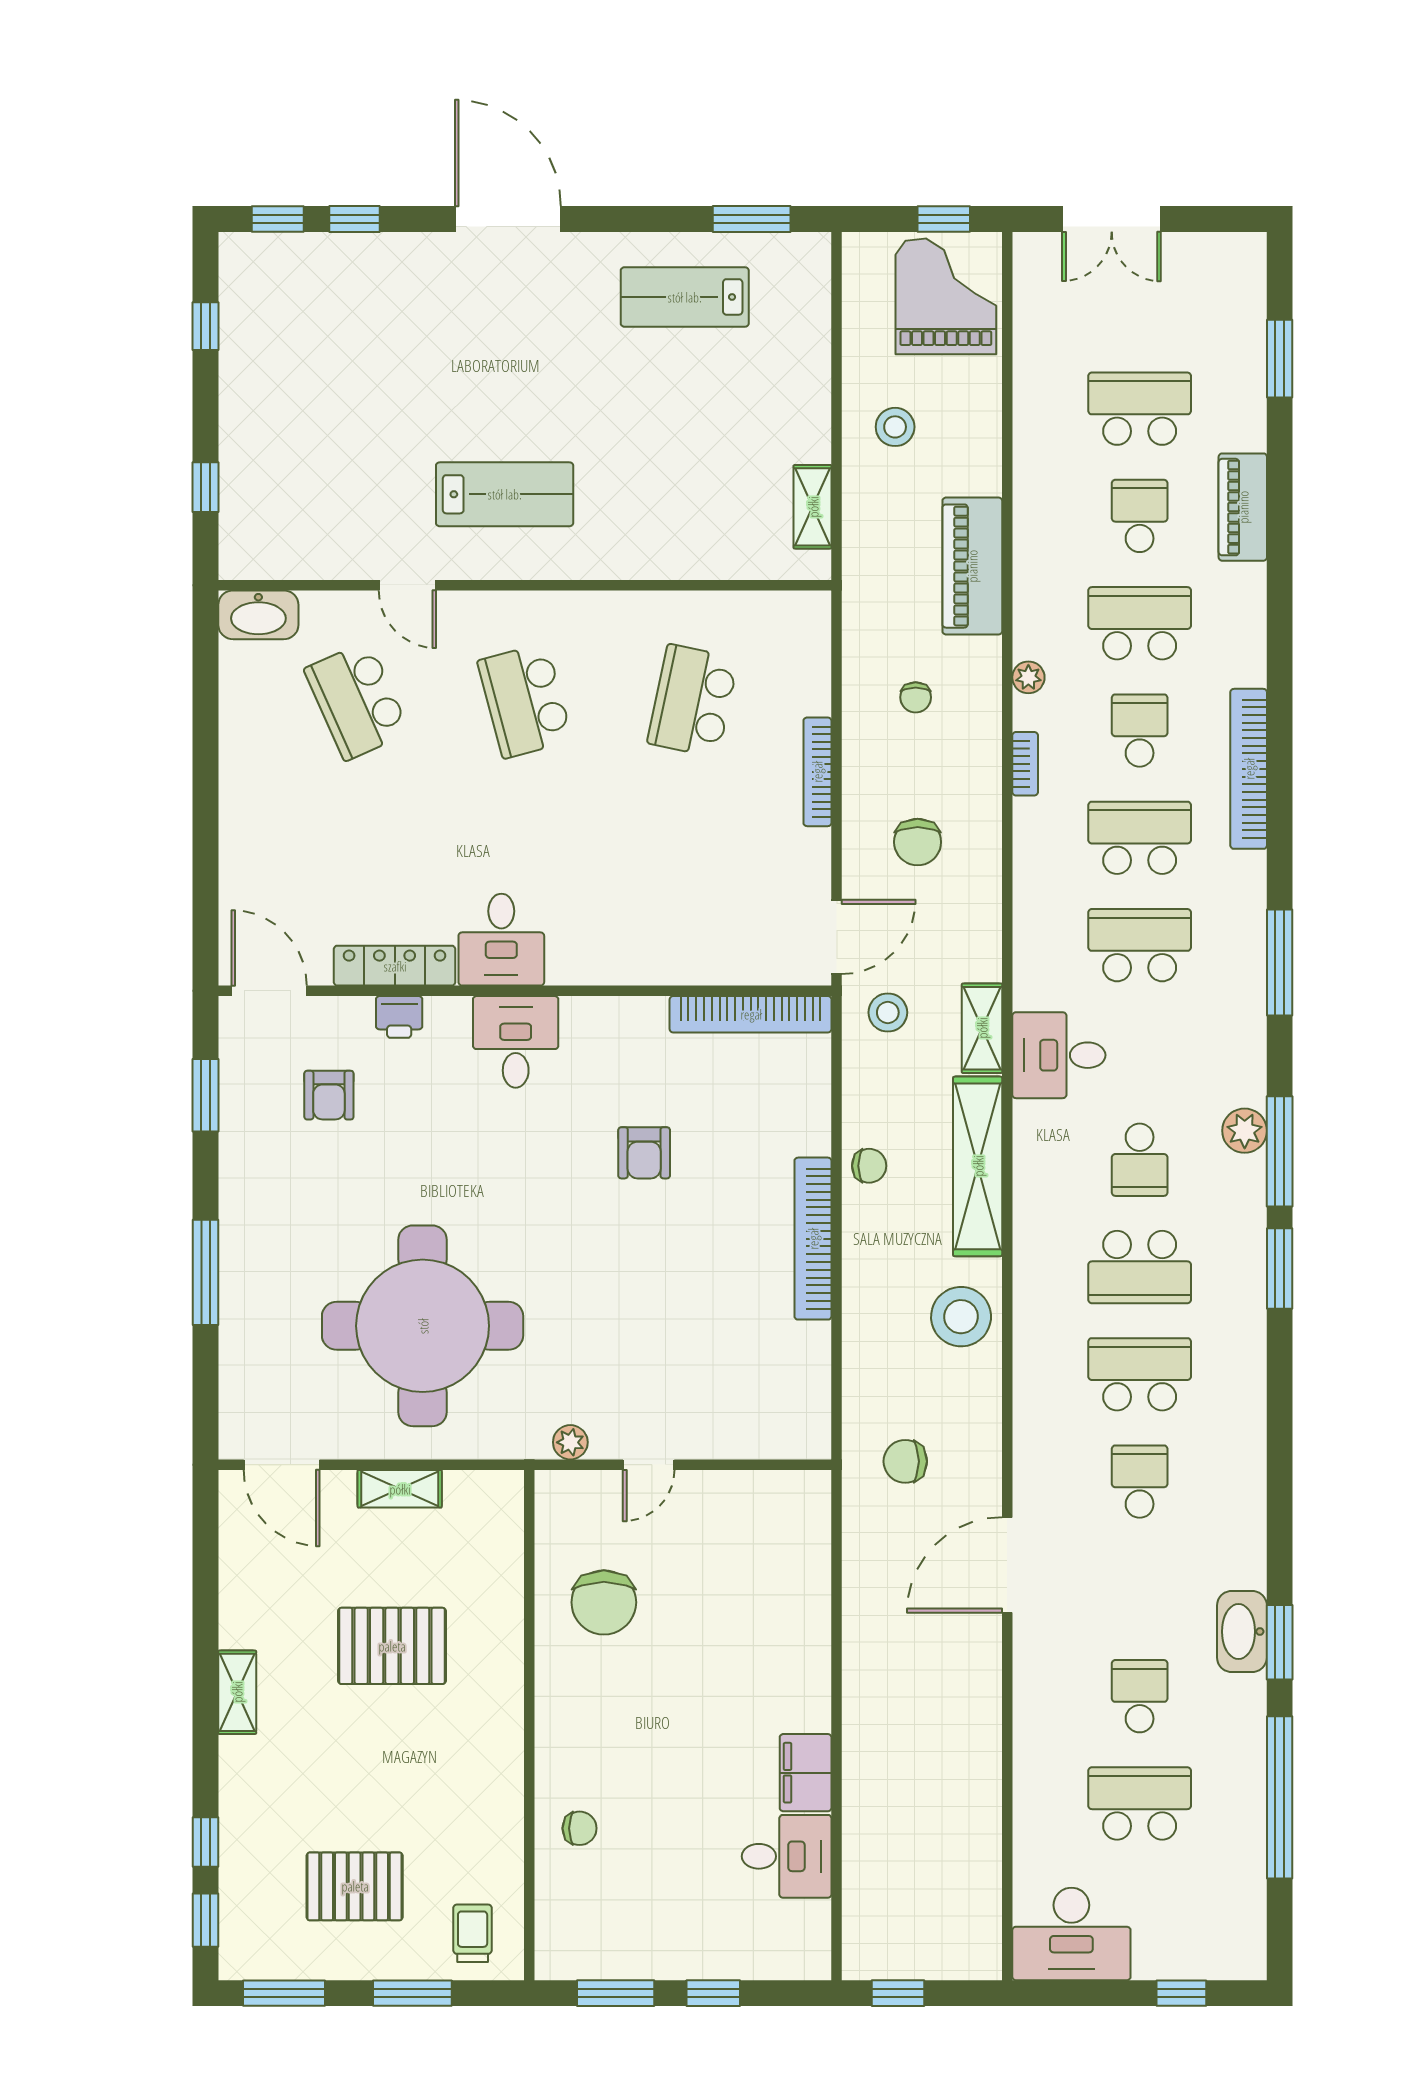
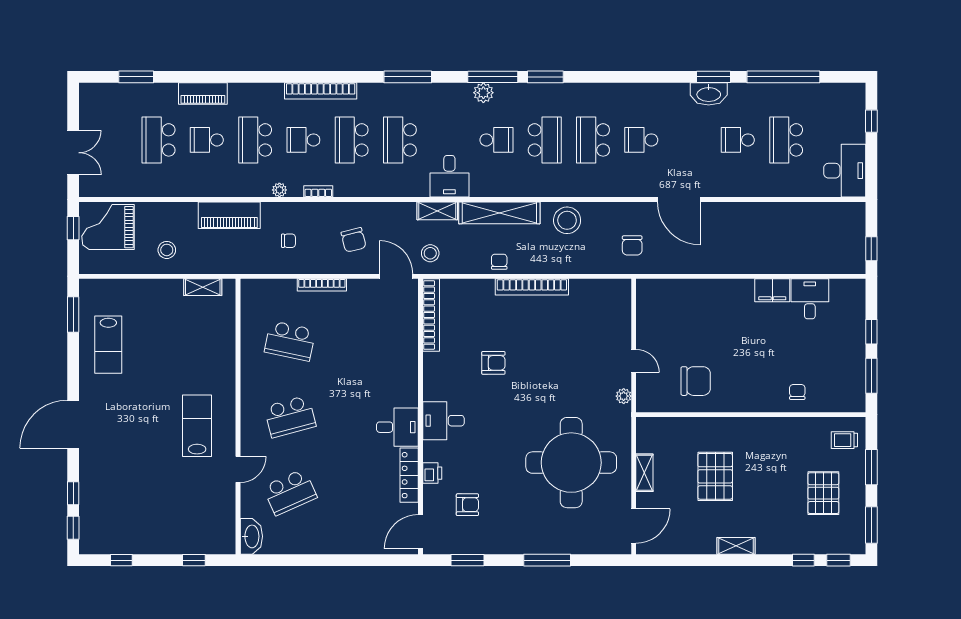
chair: (918, 842) -> (354, 240), turned 76

